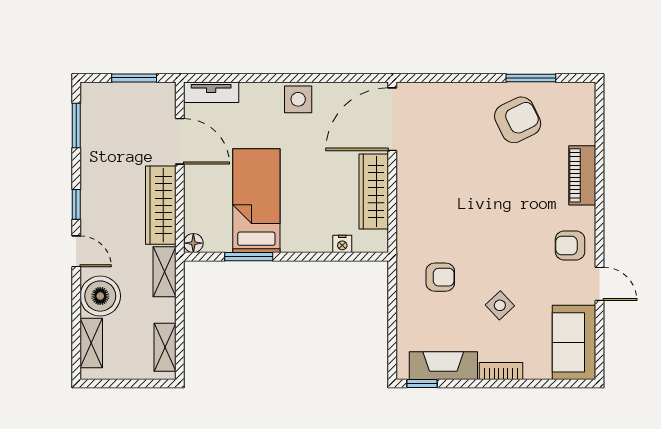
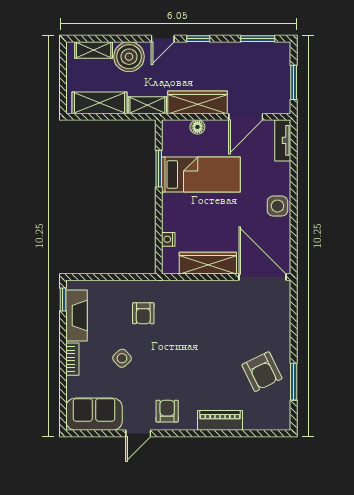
floor lamp: (193, 243) -> (197, 127), moved
shelving: (165, 347) -> (99, 103), width x1.50, depth x1.33

